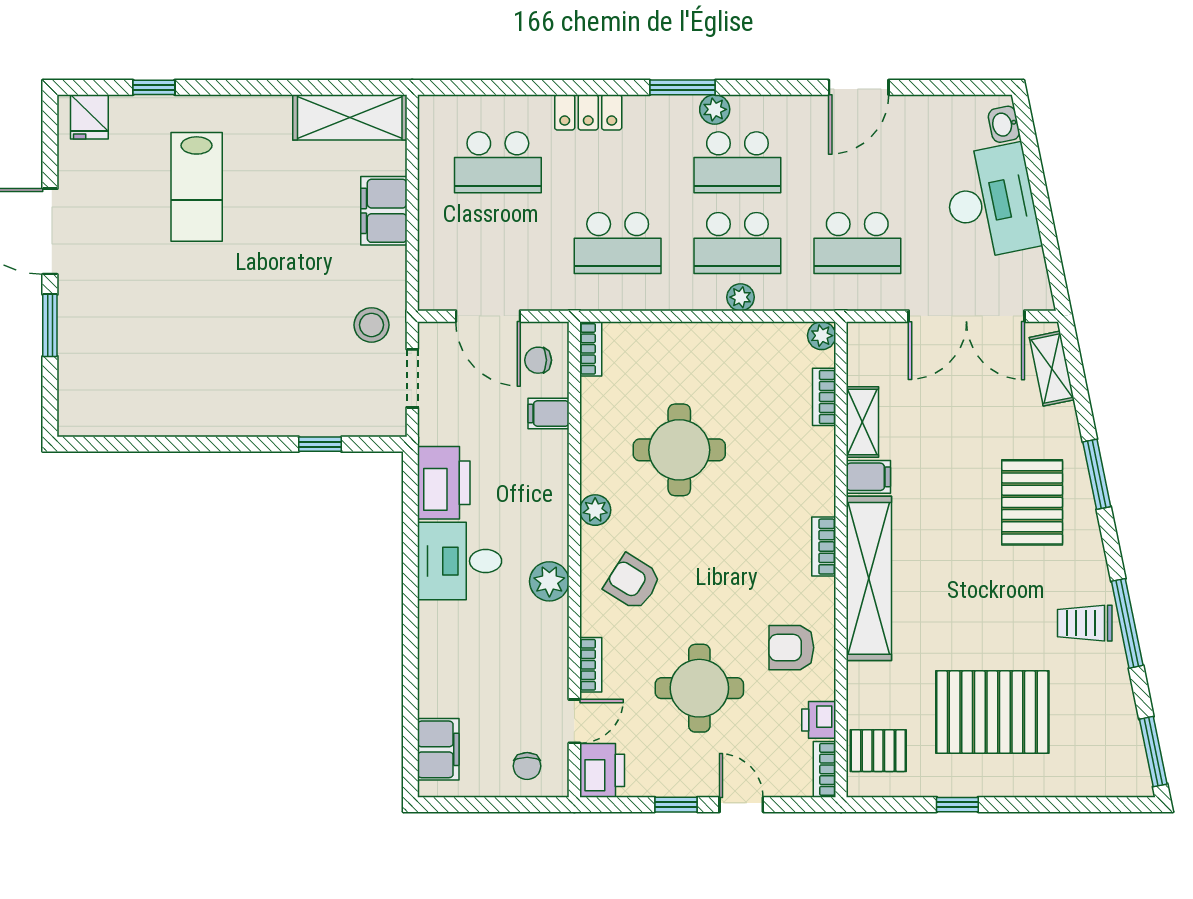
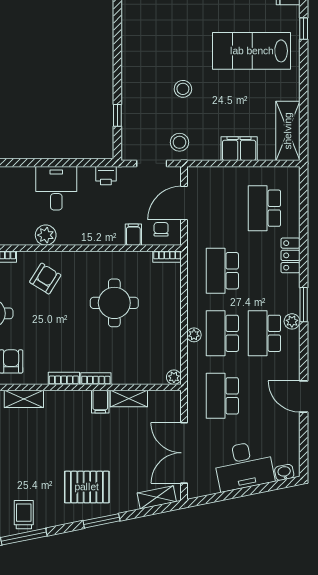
lab bench: (197, 187) -> (252, 51), width x1.36, depth x1.39
stool: (269, 318) -> (183, 89), added
bookcase: (824, 397) -> (96, 379), moved
printer: (444, 483) -> (106, 176), width x0.53, depth x0.68
plant: (595, 510) -> (83, 259), removed
shelving: (869, 578) -> (24, 399), width x0.45, depth x0.75

